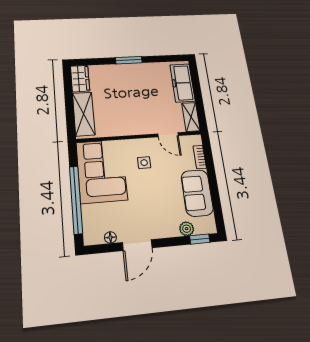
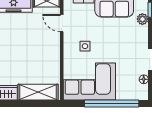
door: (168, 135) -> (62, 23), swing flipped

